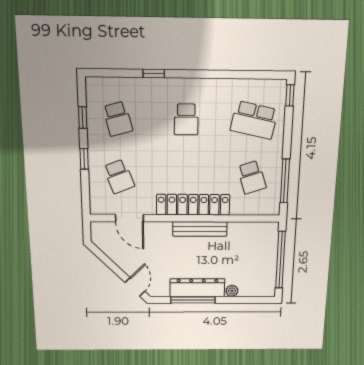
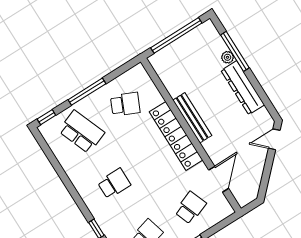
school desk: (254, 120) -> (81, 132), turned -33
school desk: (252, 177) -> (125, 104), turned 42
window: (285, 181) -> (87, 92), moved
window: (193, 300) -> (235, 51), moved

